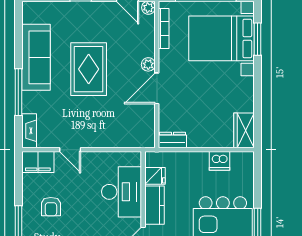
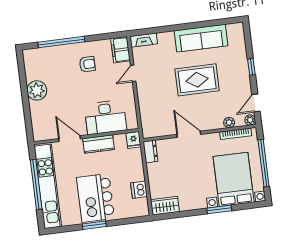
window: (258, 39) -> (219, 209), moved
plant: (148, 64) -> (229, 123), moved
window: (18, 92) -> (172, 28), removed
fridge: (155, 176) -> (134, 140), moved
armchair: (51, 207) -> (87, 64), turned 180

